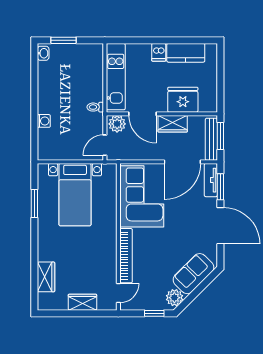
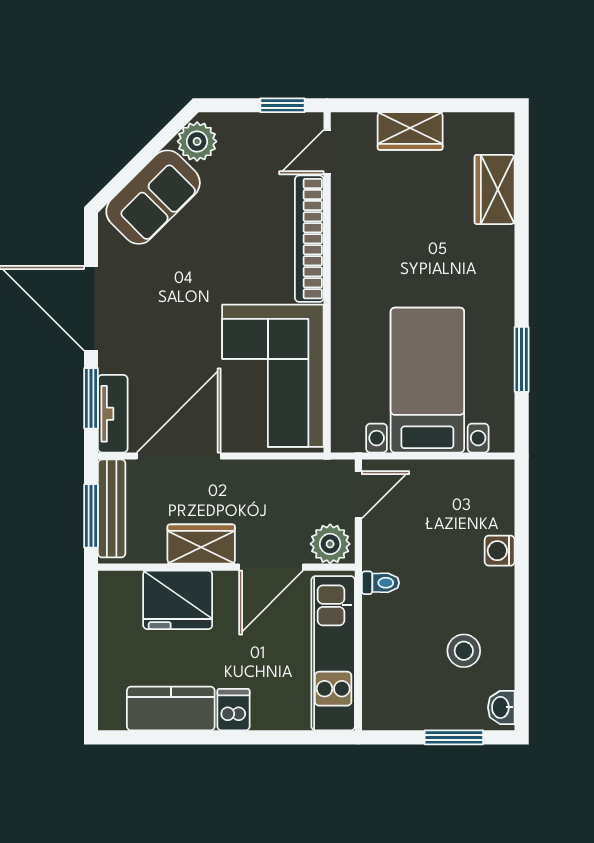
stool: (59, 78) -> (464, 651), added
door: (143, 114) -> (271, 567), swing flipped
window: (154, 313) -> (282, 105), moved

